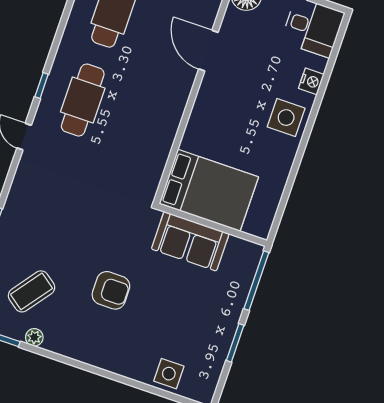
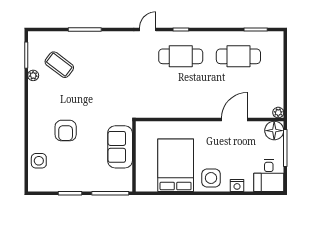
bed: (209, 190) -> (176, 165), moved, turned 180
armchair: (111, 290) -> (66, 131), moved

